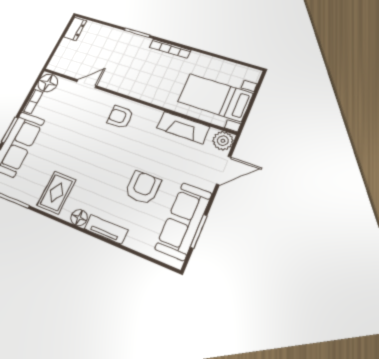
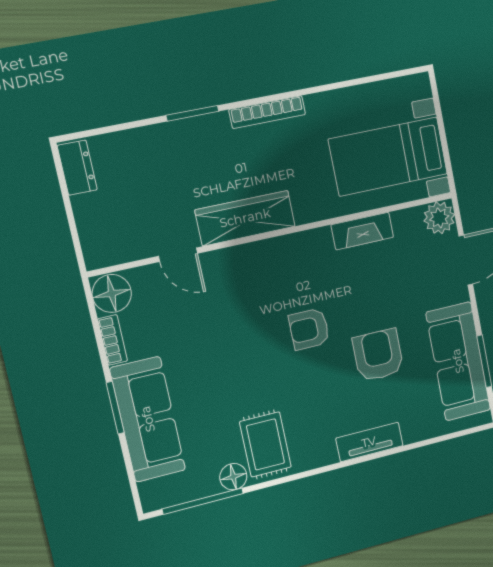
door: (87, 84) -> (178, 255), swing flipped
wardrobe: (127, 86) -> (245, 218), added
armchair: (120, 117) -> (309, 329), moved
fireplace: (183, 127) -> (362, 231), width x0.73, depth x0.76
floor lamp: (79, 218) -> (233, 477), moved

